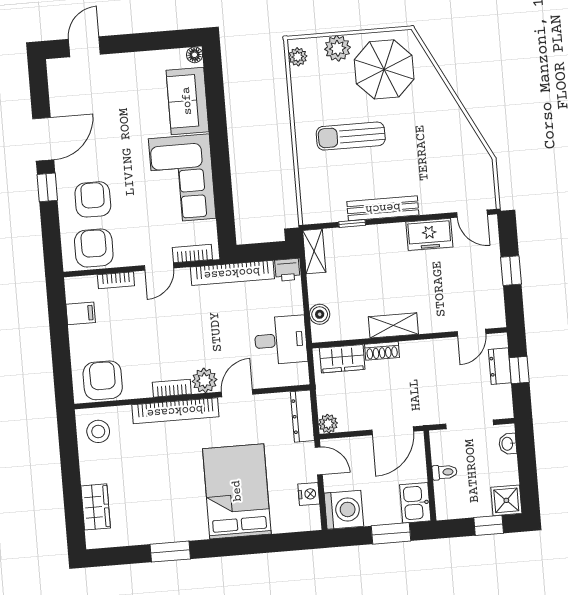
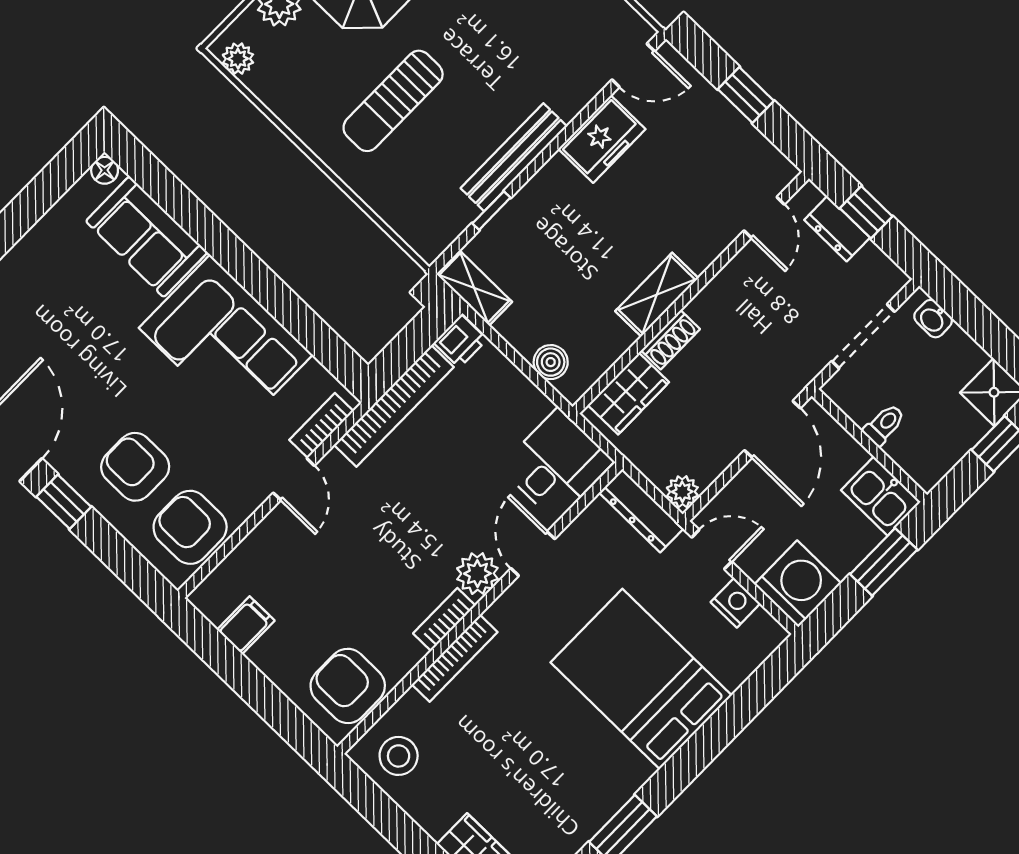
bookcase: (116, 280) -> (254, 544), removed
desk: (281, 340) -> (557, 464), moved
bookcase: (175, 411) -> (455, 658), width x0.68, depth x0.76

